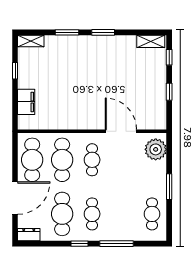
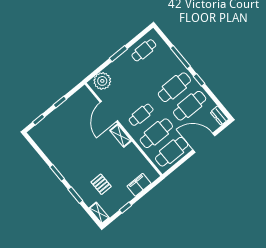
shelving: (151, 41) -> (121, 136), moved
pallet: (57, 66) -> (101, 184), added
cafe table: (92, 214) -> (174, 87), width x1.37, depth x1.35

